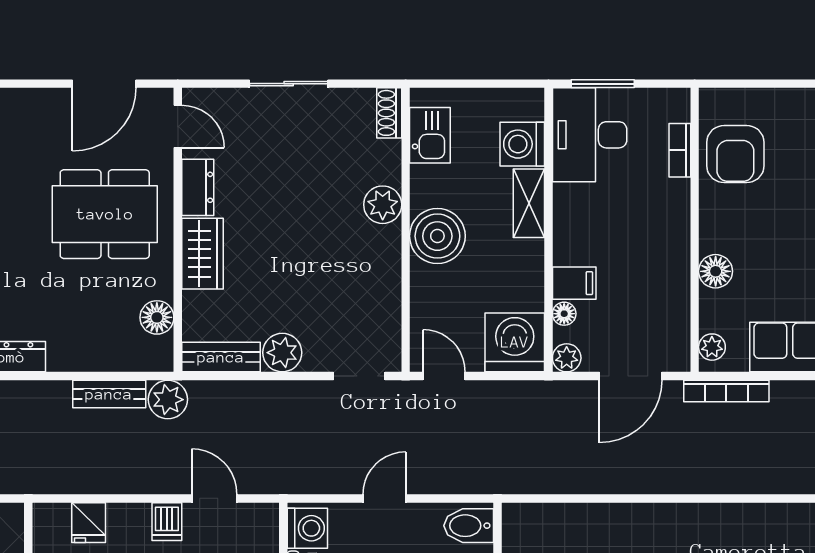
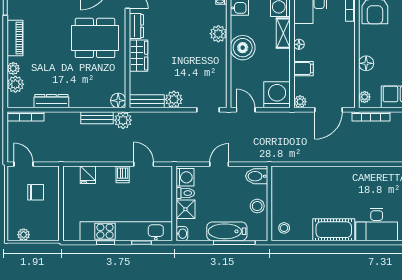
floor lamp: (564, 314) -> (299, 44), moved
floor lamp: (157, 317) -> (118, 101), moved

